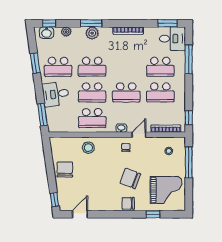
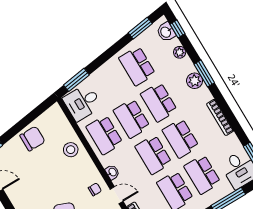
window: (35, 63) -> (140, 28), moved
school desk: (126, 67) -> (181, 138), added
desk: (56, 94) -> (82, 102), moved, turned -82

